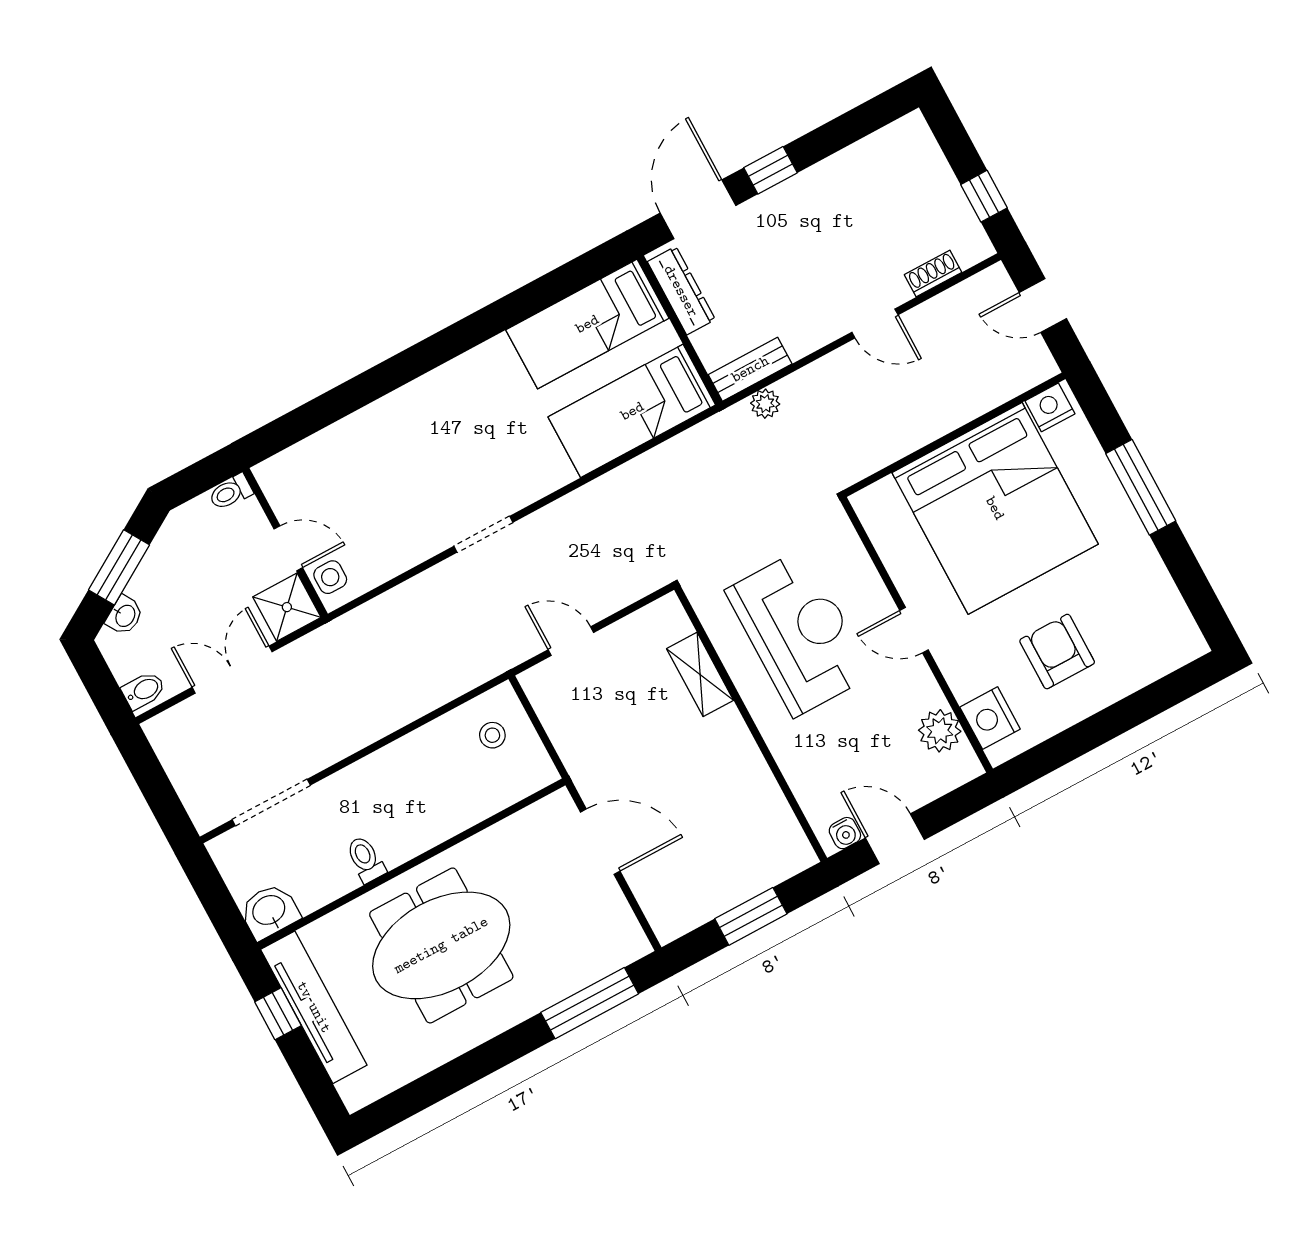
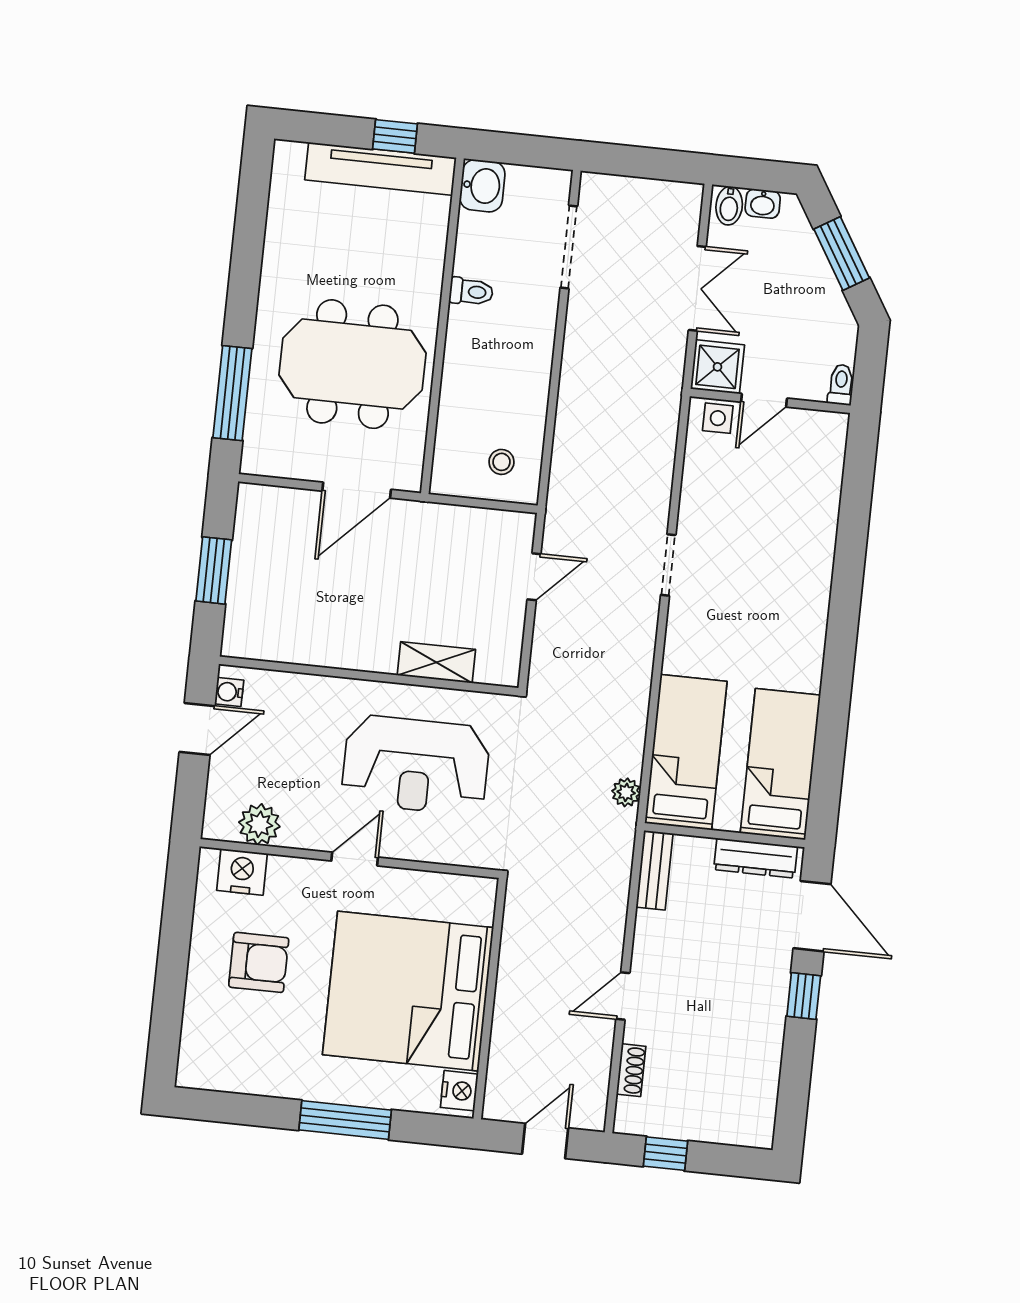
plant: (765, 404) -> (626, 792), moved
washbasin: (125, 615) -> (763, 204), moved, turned -59
meeting table: (441, 945) -> (352, 364), moved, turned 90

